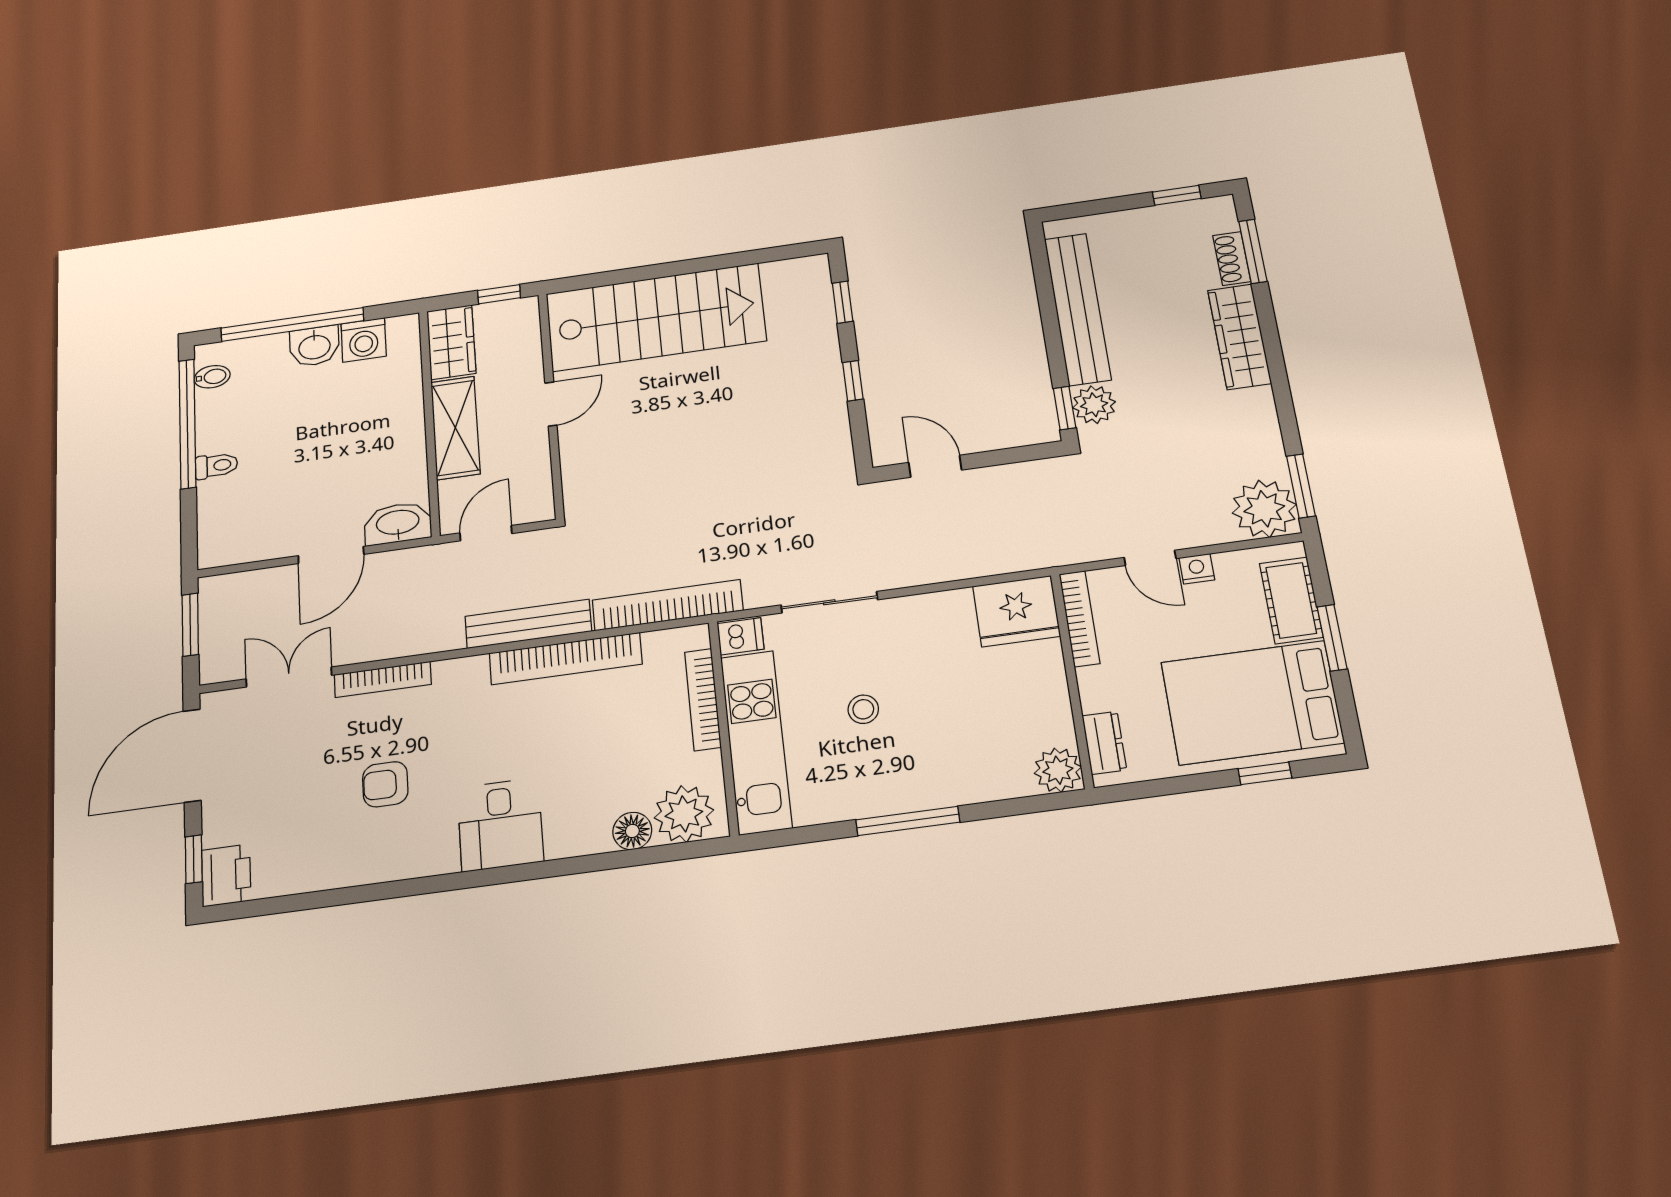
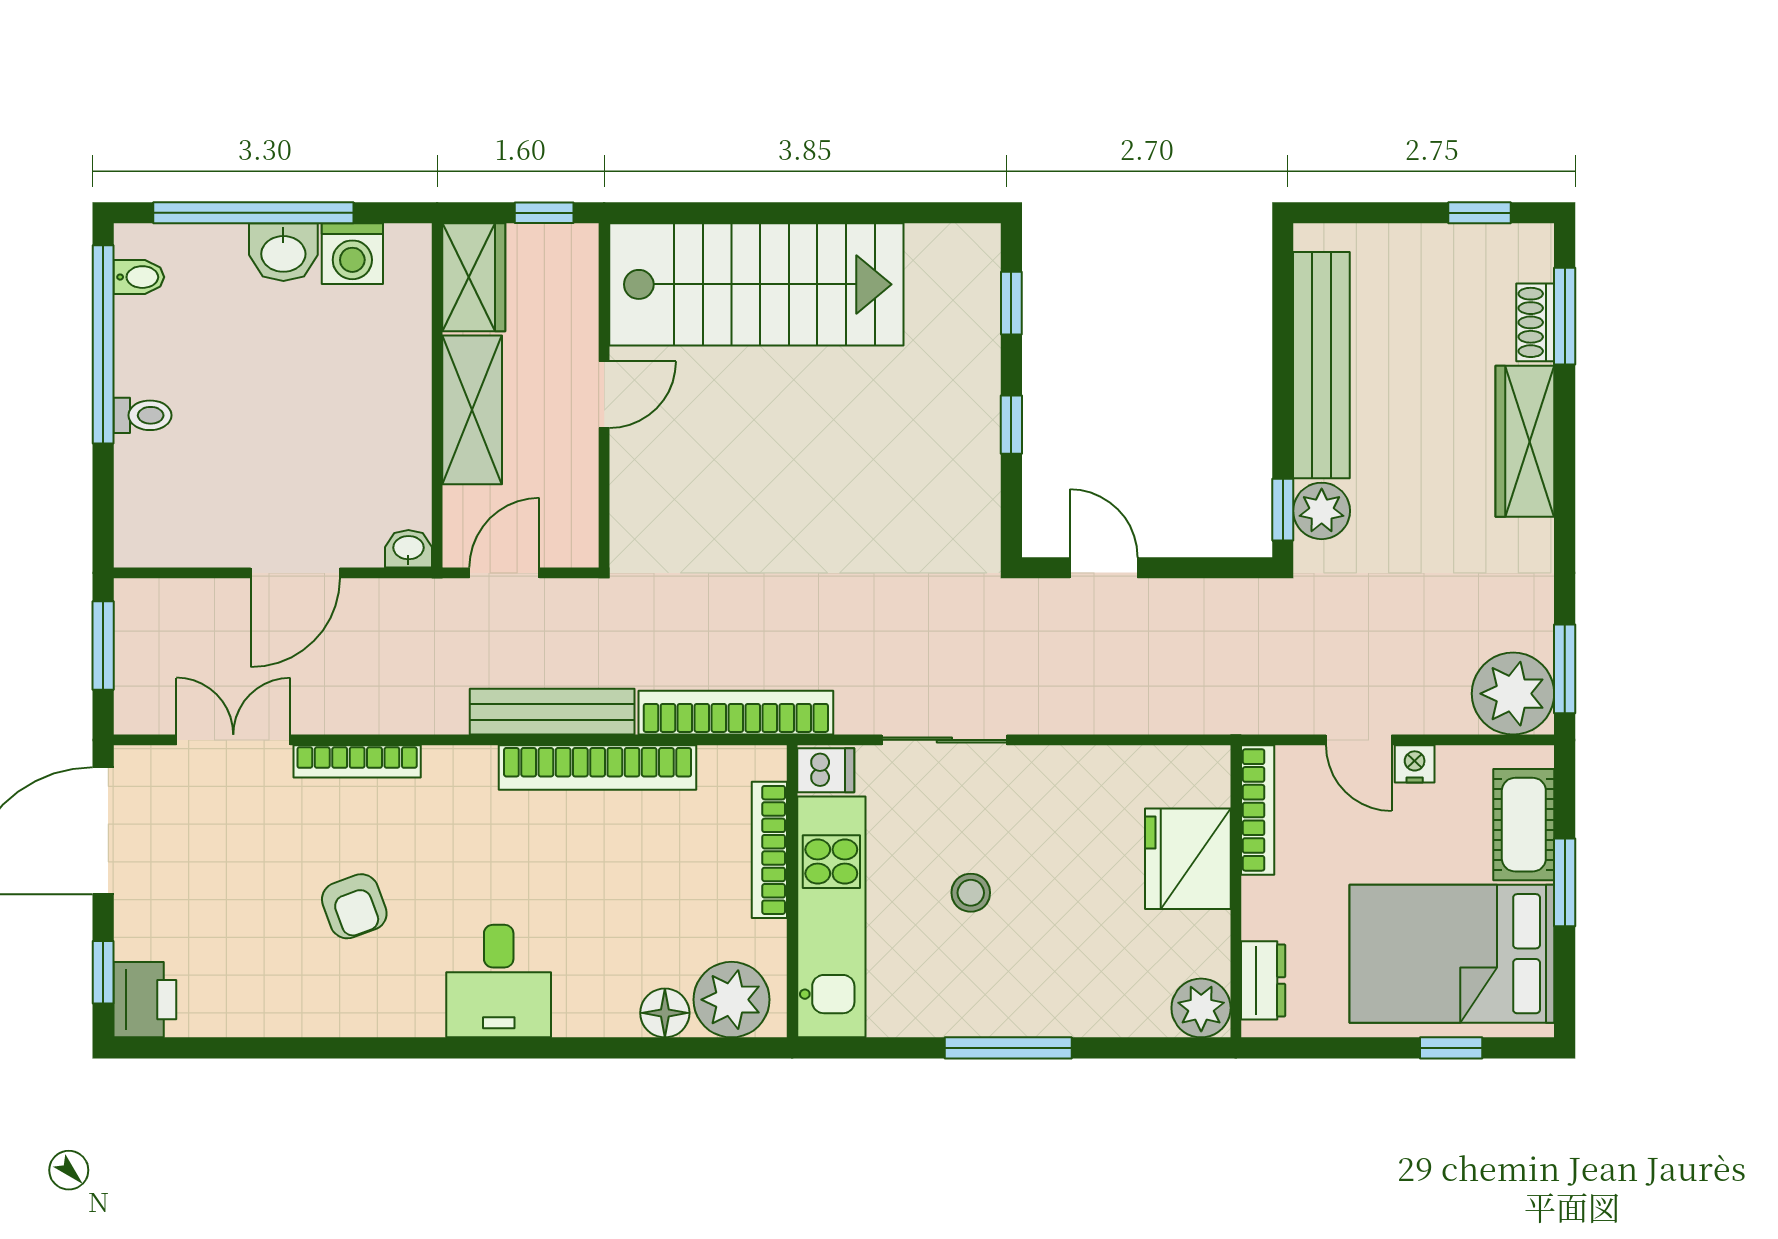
washbasin: (398, 523) -> (408, 549), width x0.52, depth x0.69
fridge: (1016, 611) -> (1188, 859), moved, turned 90
armchair: (385, 784) -> (354, 906), turned -110

